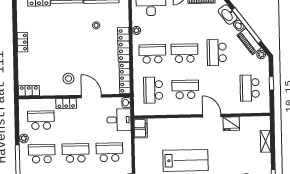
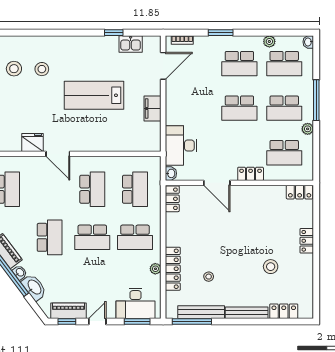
locker: (22, 42) -> (307, 241), moved
locker: (124, 45) -> (173, 269), moved
locker: (125, 78) -> (172, 199), width x0.66
stool: (68, 79) -> (271, 267), moved
school desk: (185, 89) -> (92, 189), turned -90
desk: (119, 120) -> (181, 145), width x1.37
filing cabinet: (141, 128) -> (153, 108), moved
school desk: (109, 152) -> (195, 108), removed

